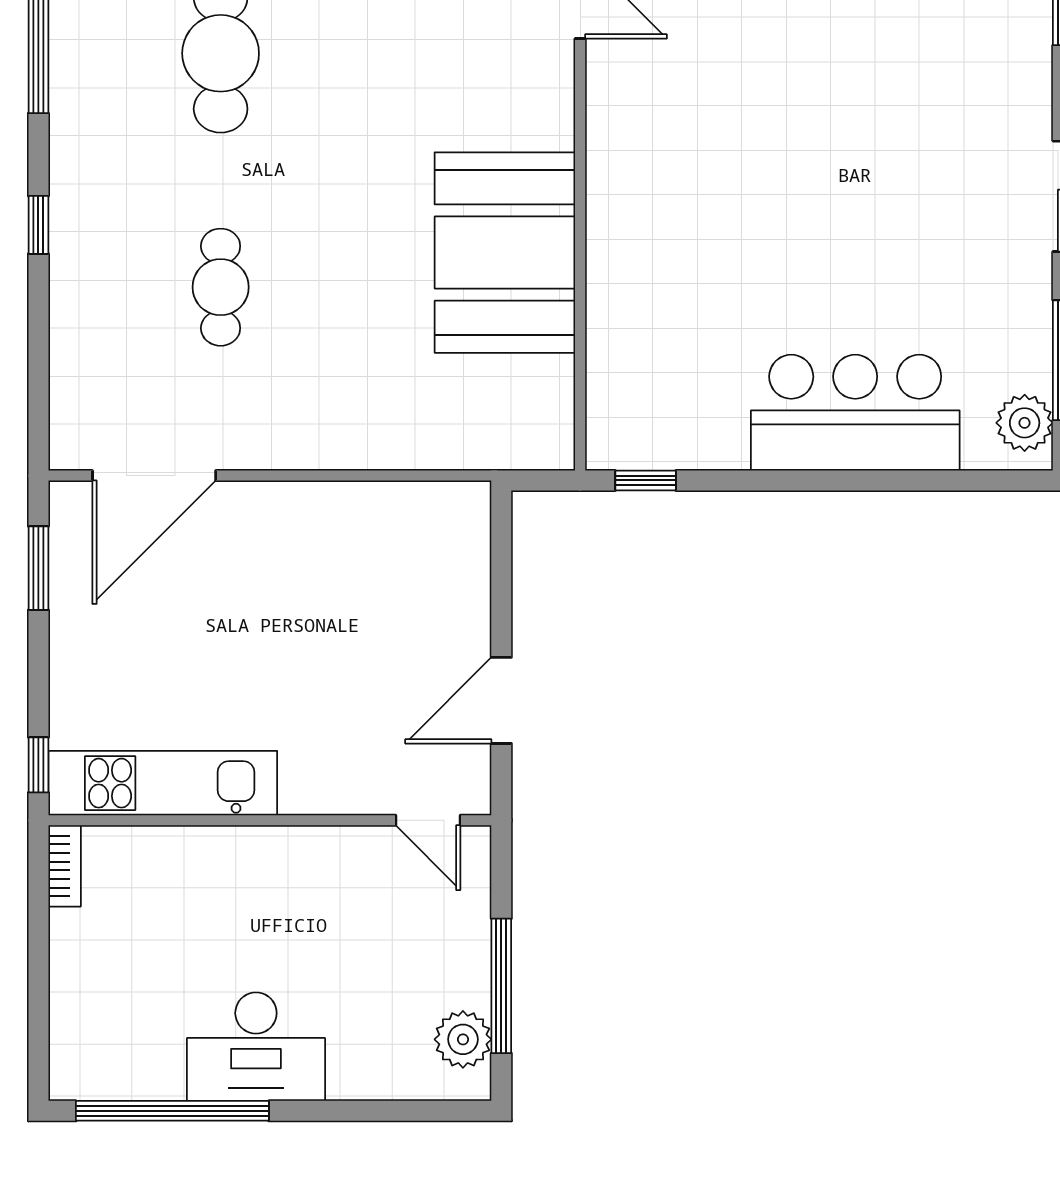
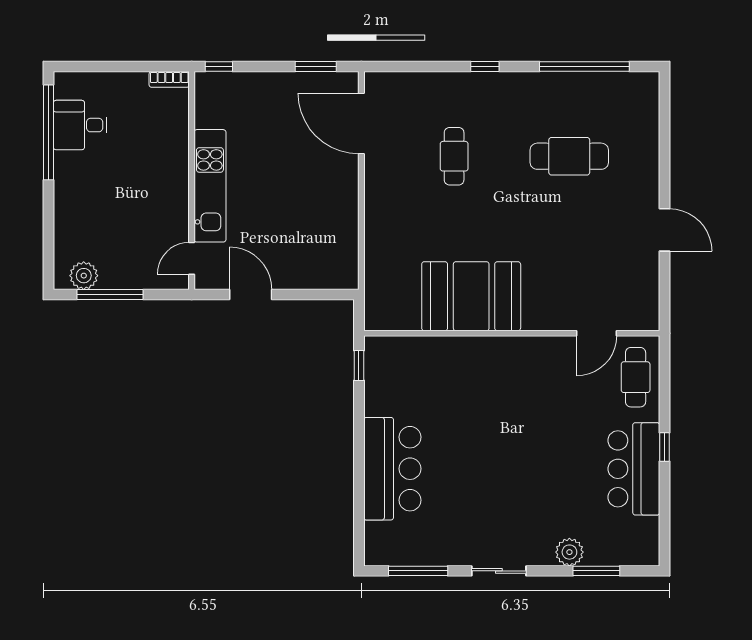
cafe table: (221, 287) -> (454, 156), turned 90
plant: (1025, 423) -> (569, 552), moved
kitchen unit: (163, 783) -> (210, 186), moved
desk: (256, 1047) -> (80, 125), moved, width x0.73

